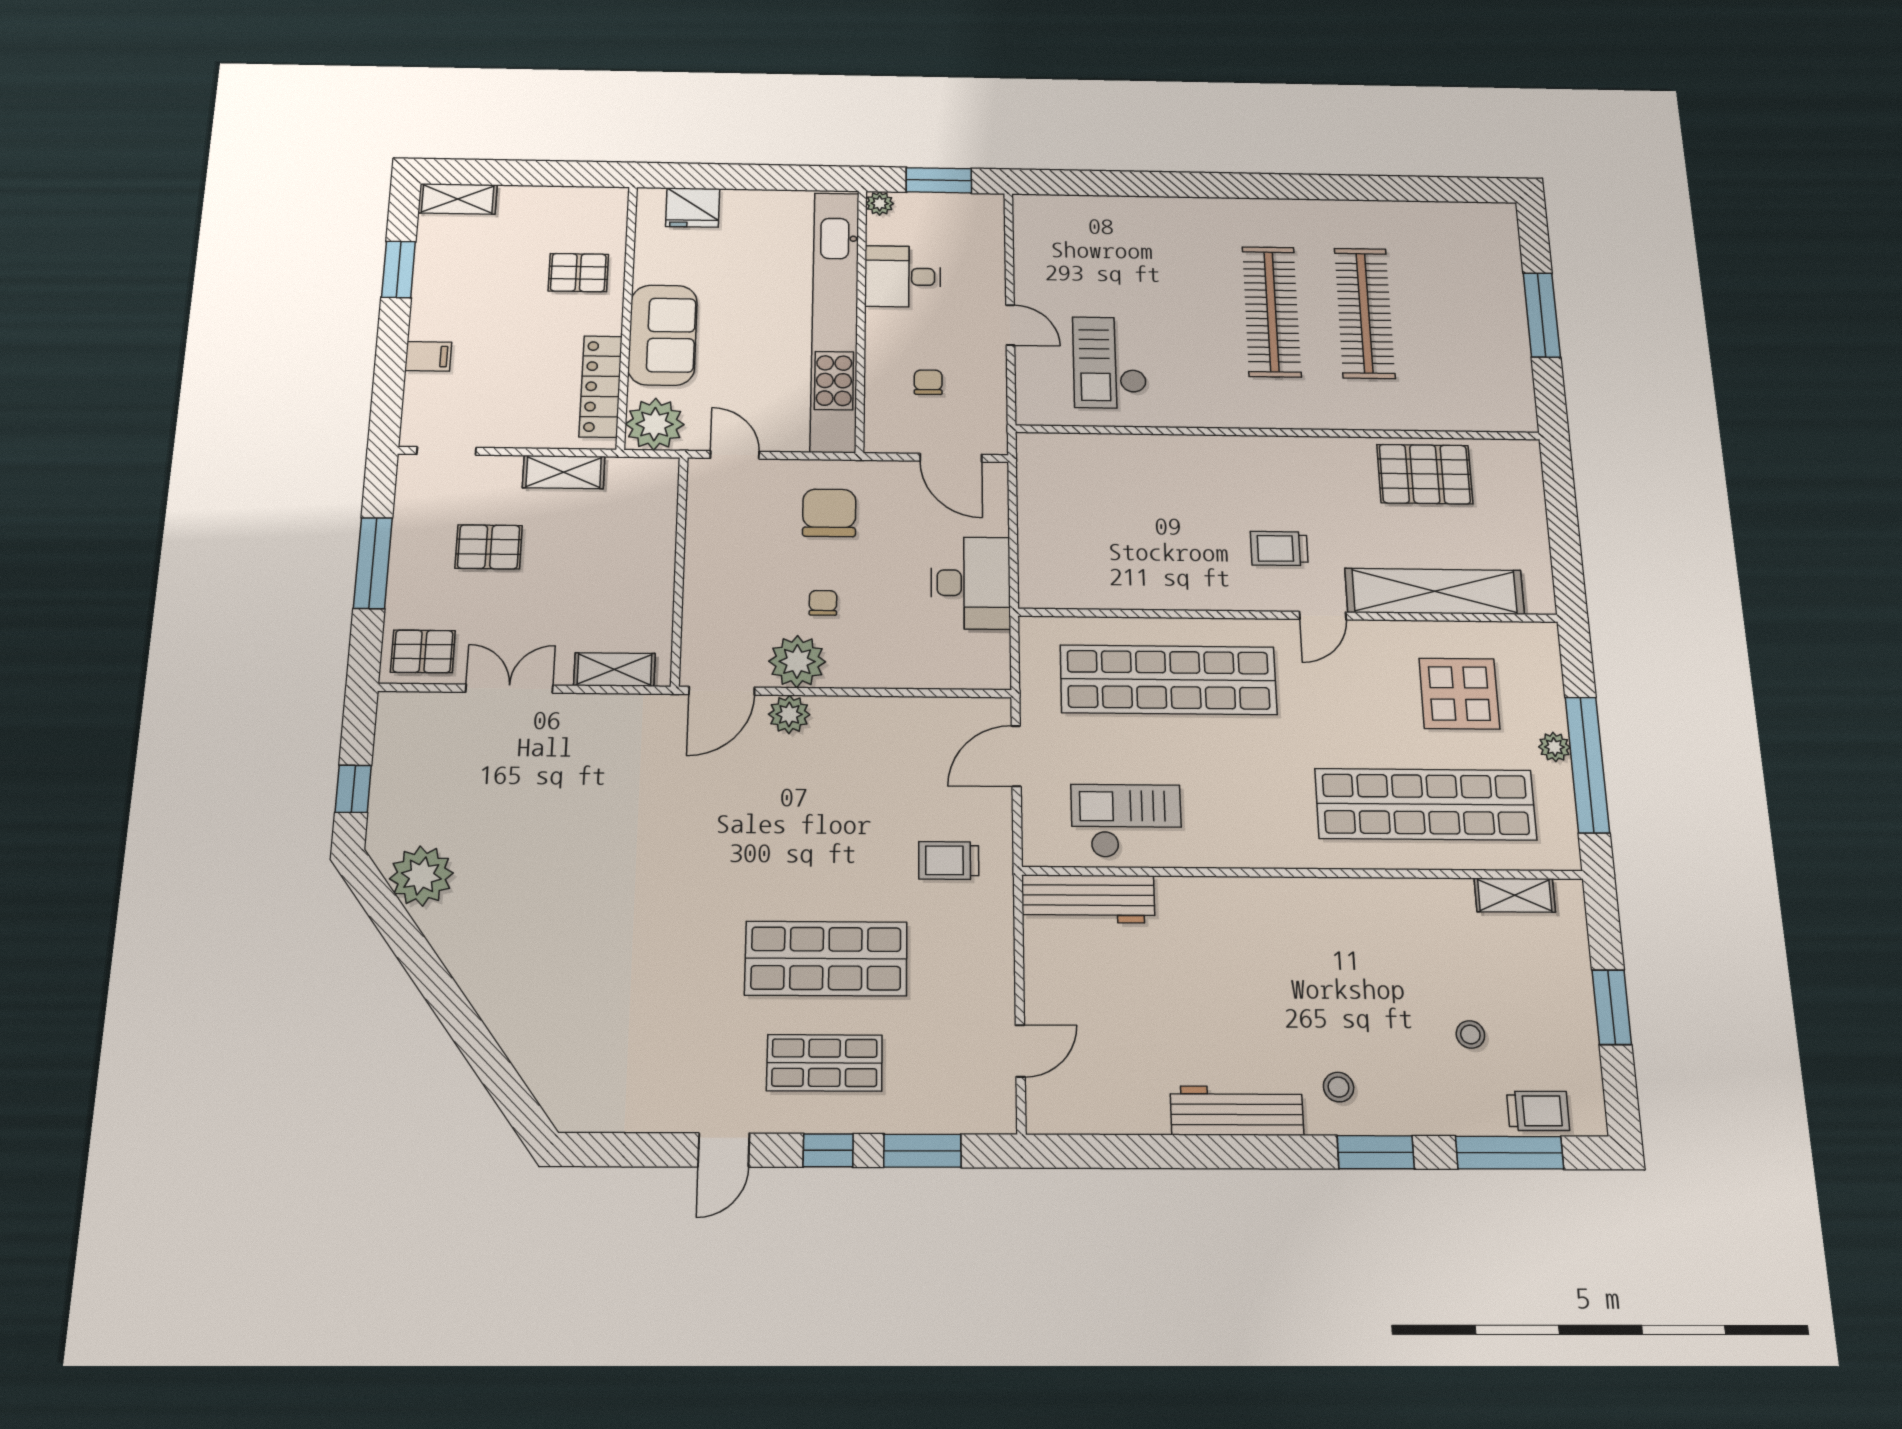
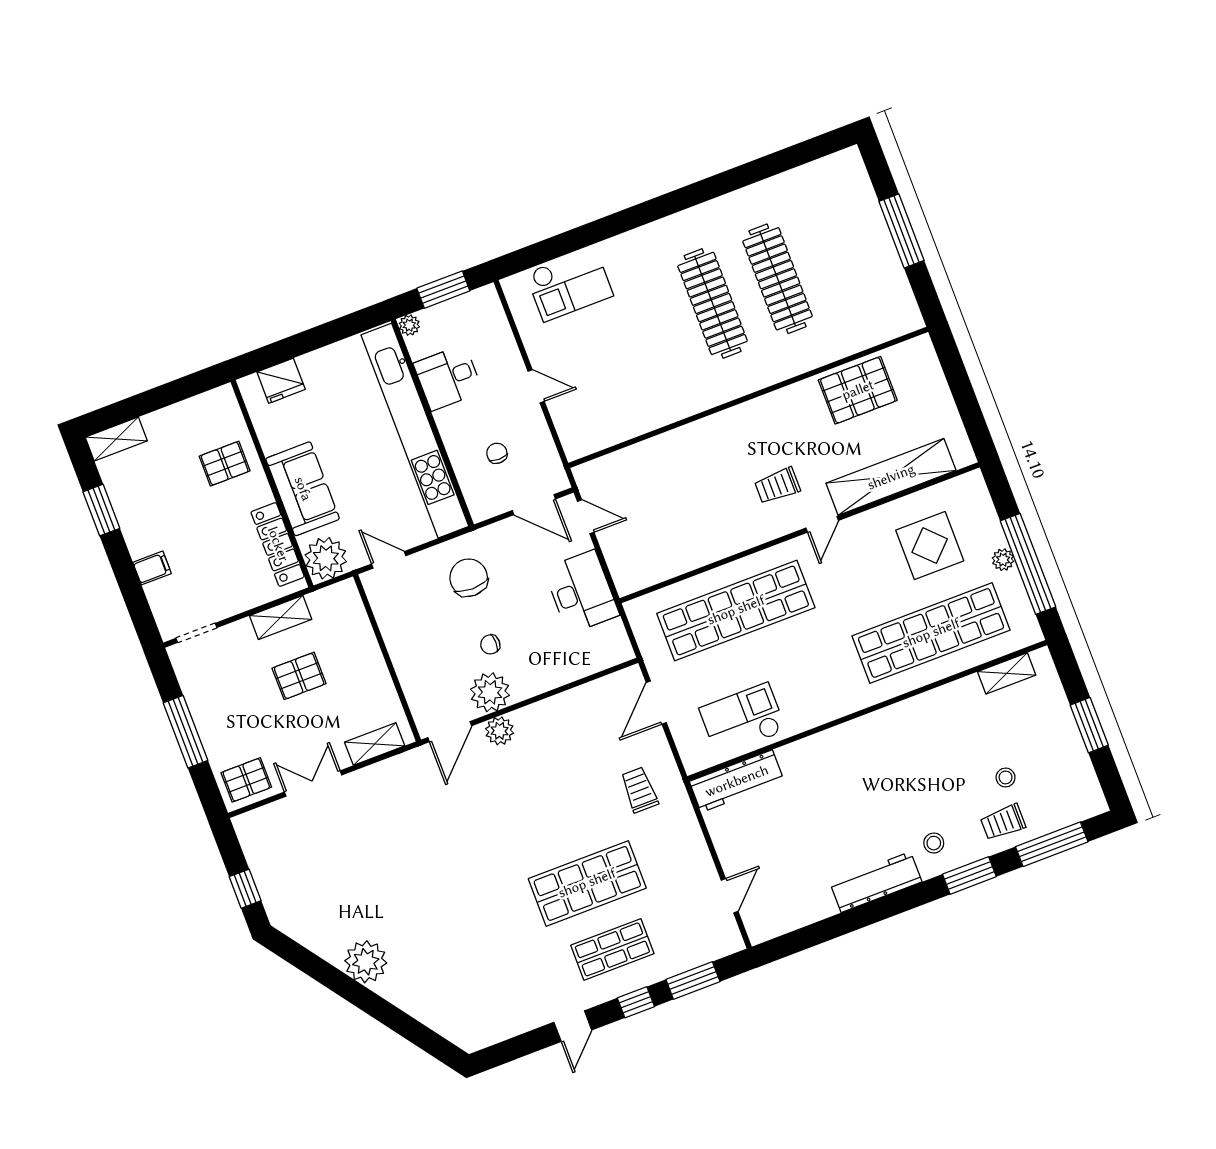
checkout: (1110, 363) -> (569, 285), moved, turned -90
door: (1013, 496) -> (586, 517), added
pallet: (489, 547) -> (299, 676), moved
chair: (823, 603) -> (490, 644), turned -90
trolley: (949, 860) -> (639, 790), turned 90
plant: (421, 876) -> (366, 962), moved
trolley: (1538, 1111) -> (1003, 822), moved, turned 180

